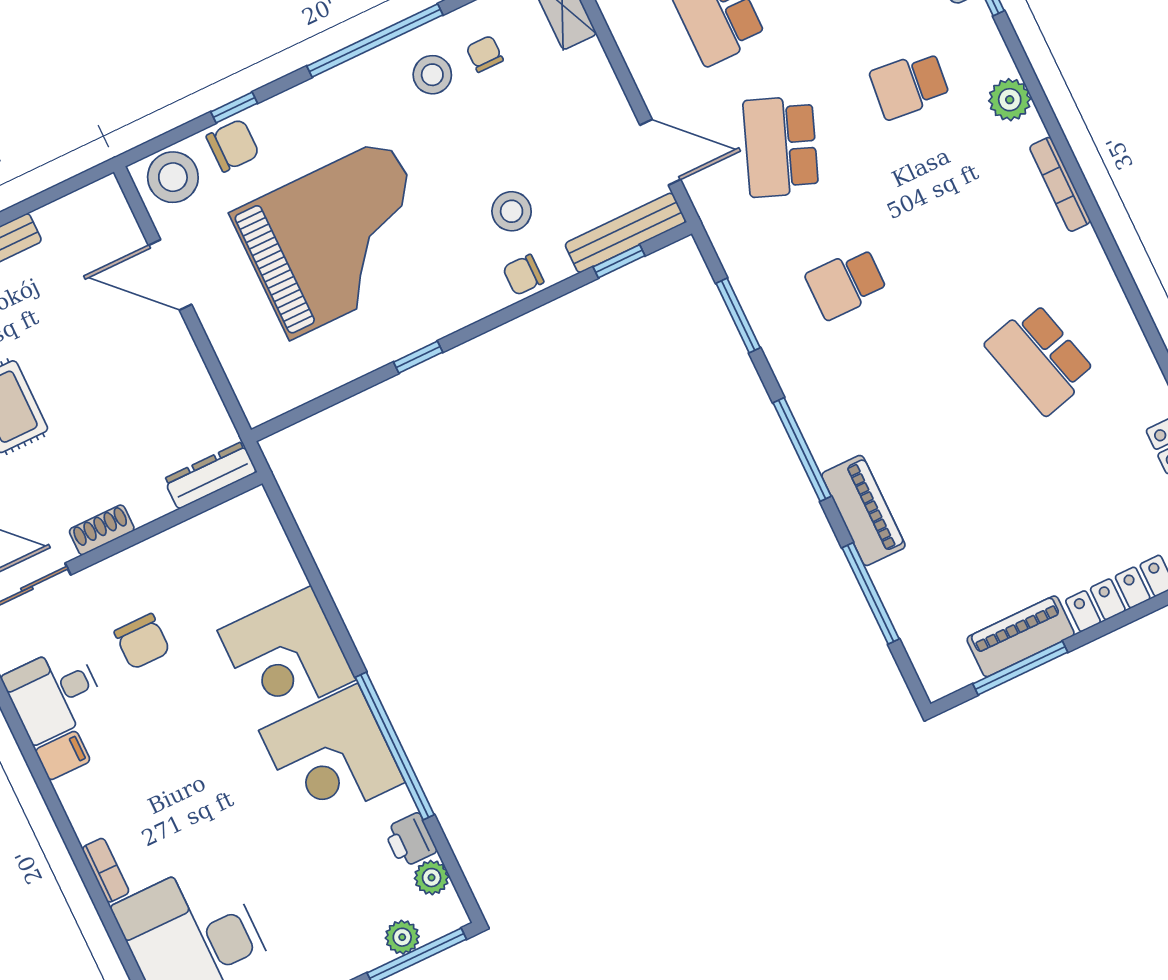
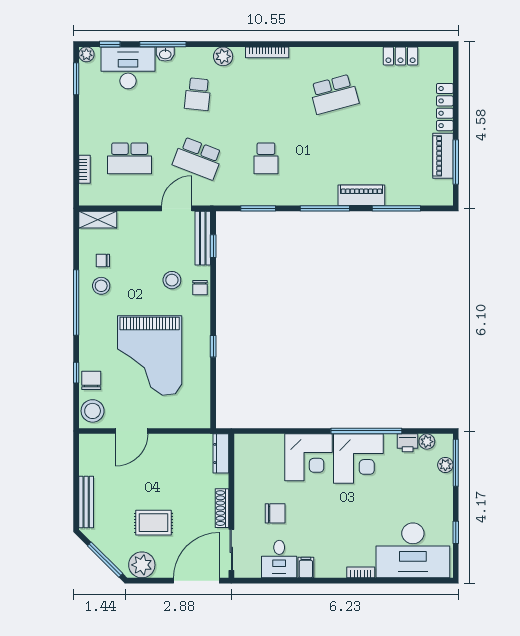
grand piano: (339, 239) -> (150, 355), turned 180
shoe rack: (102, 530) -> (222, 508), width x1.43

